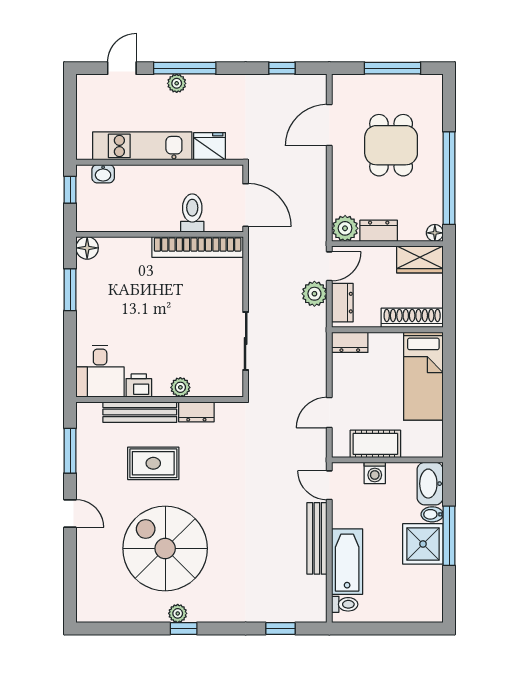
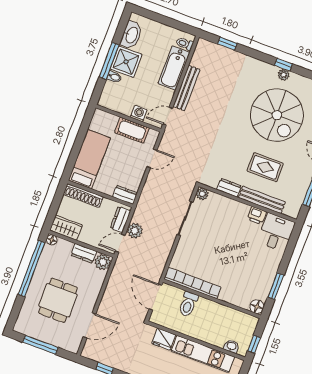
plant: (180, 387) -> (202, 194), moved
washbasin: (430, 484) -> (131, 35), moved
door: (329, 485) -> (168, 116), swing flipped

